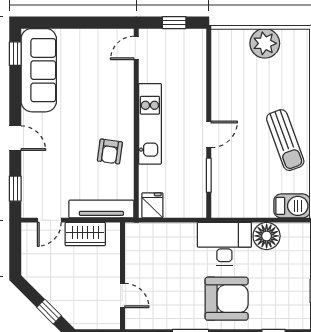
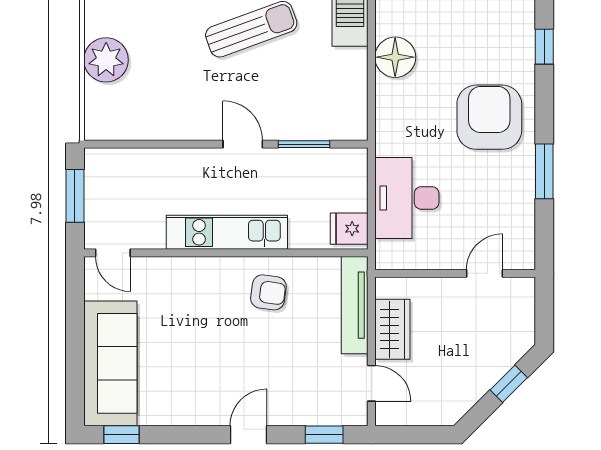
window: (174, 23) -> (75, 196), width x1.50
sofa: (39, 70) -> (110, 363), moved, turned 90
desk: (224, 244) -> (407, 198), moved

